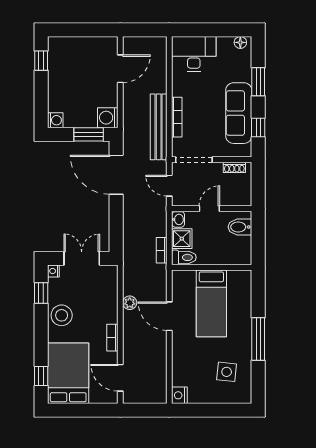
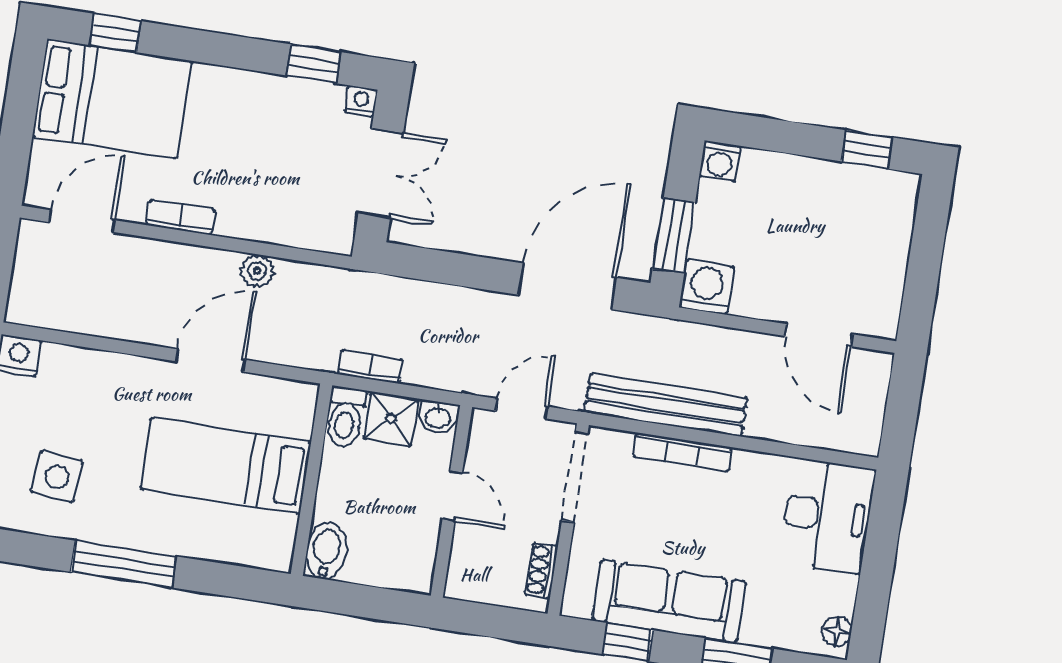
bidet: (240, 227) -> (326, 551), moved
stool: (62, 315) -> (252, 104), removed

